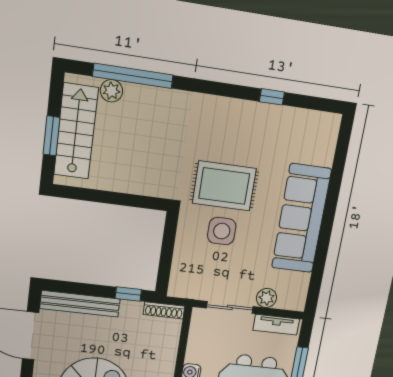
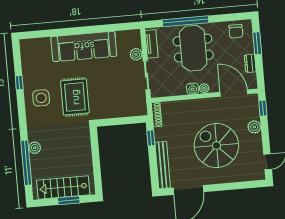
plant: (111, 91) -> (35, 148), moved
side table: (222, 231) -> (41, 98), moved

